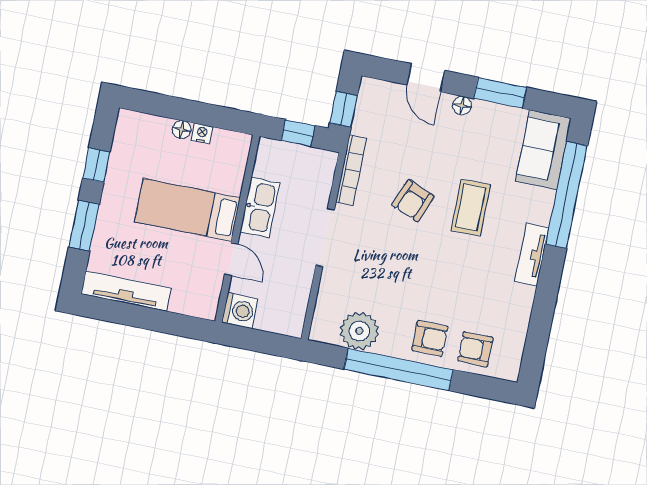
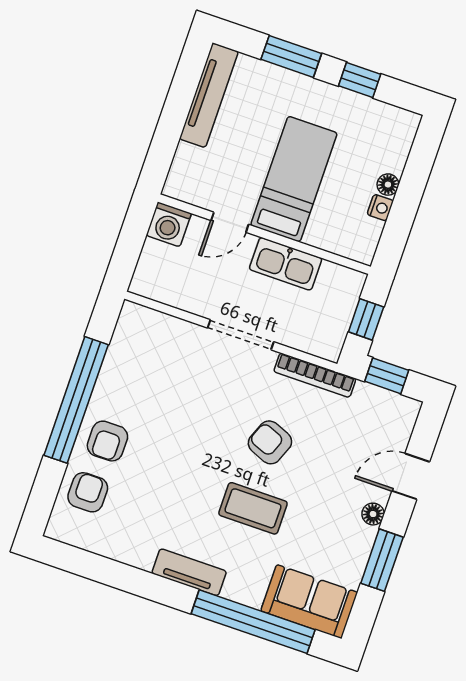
plant: (359, 331) -> (127, 360), removed

